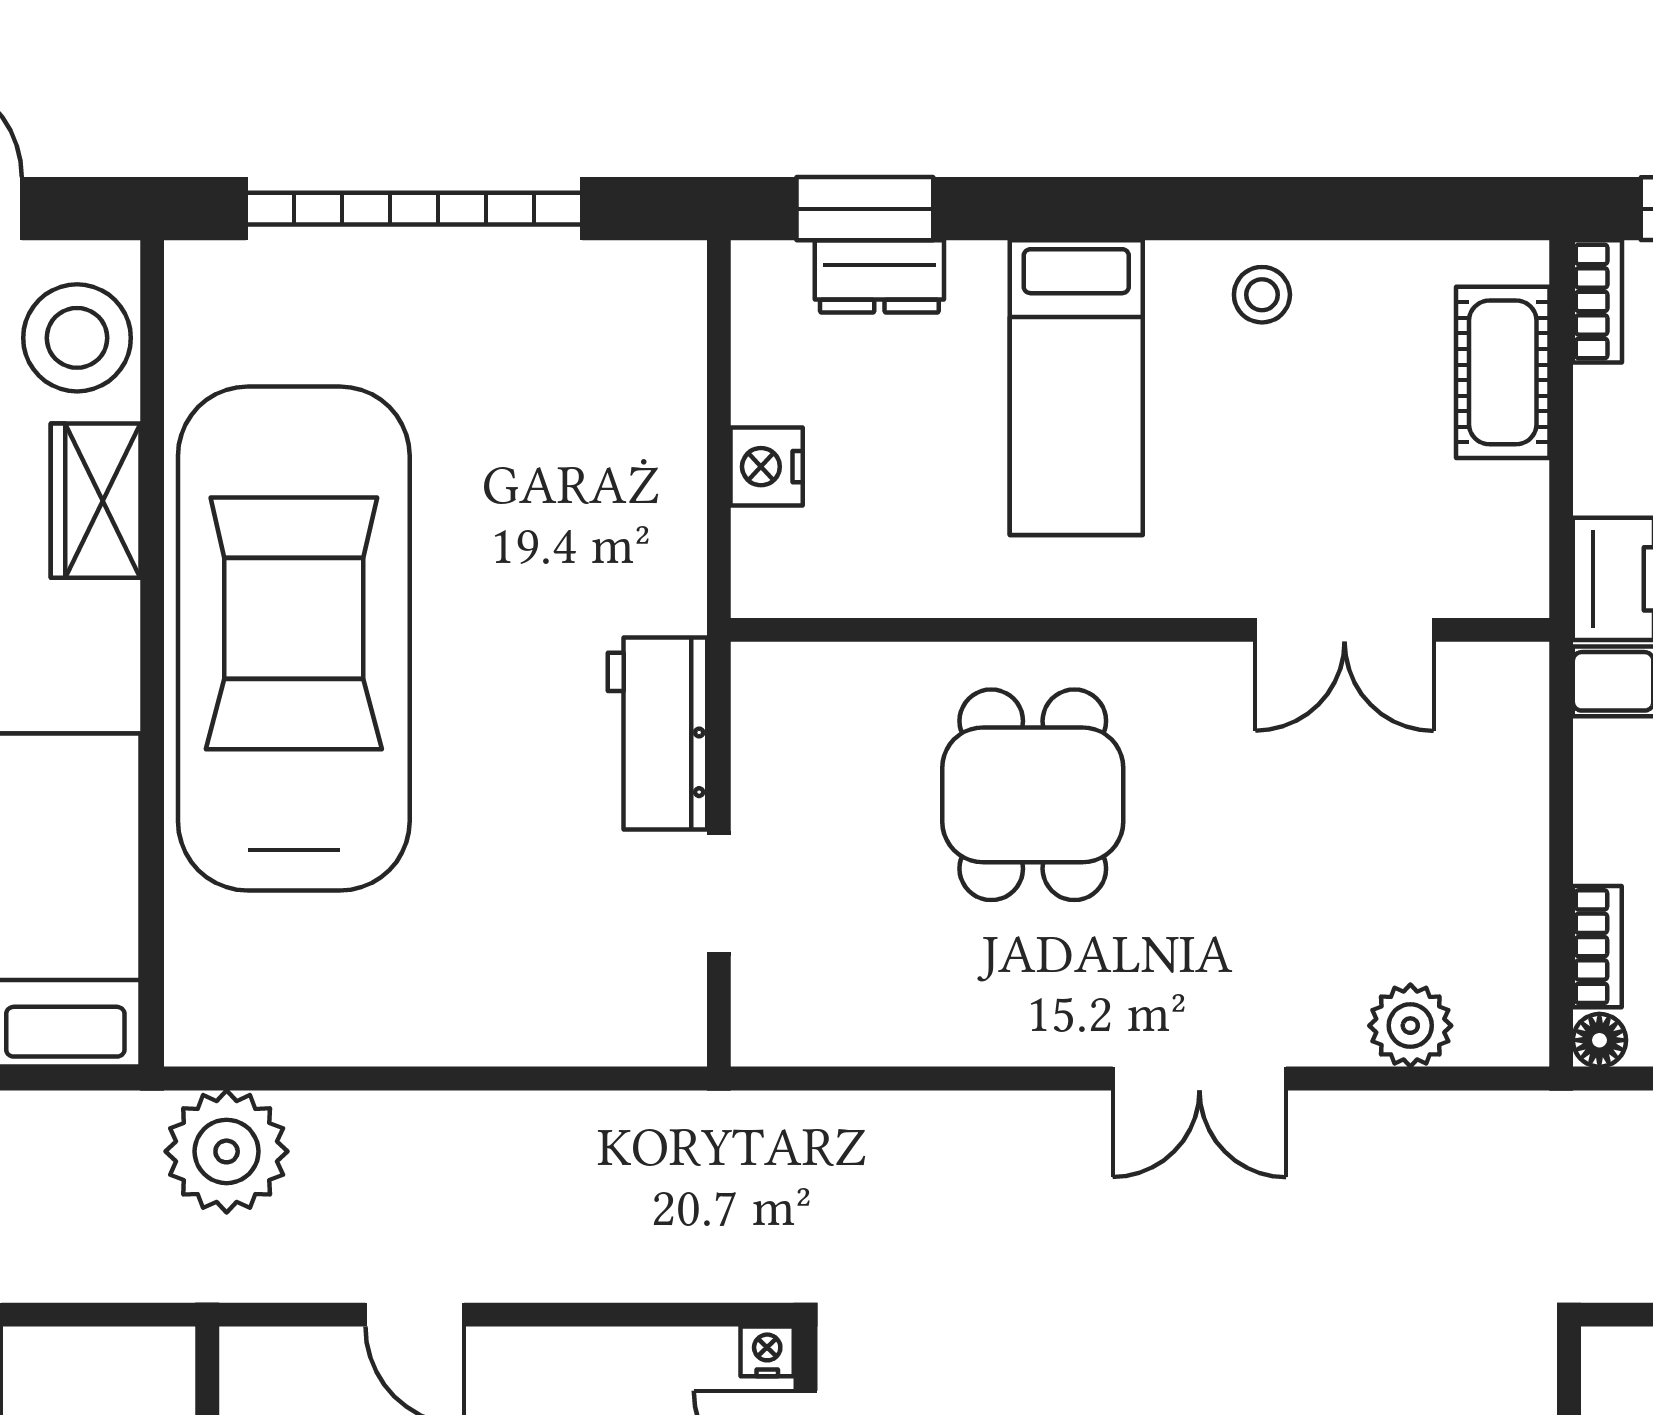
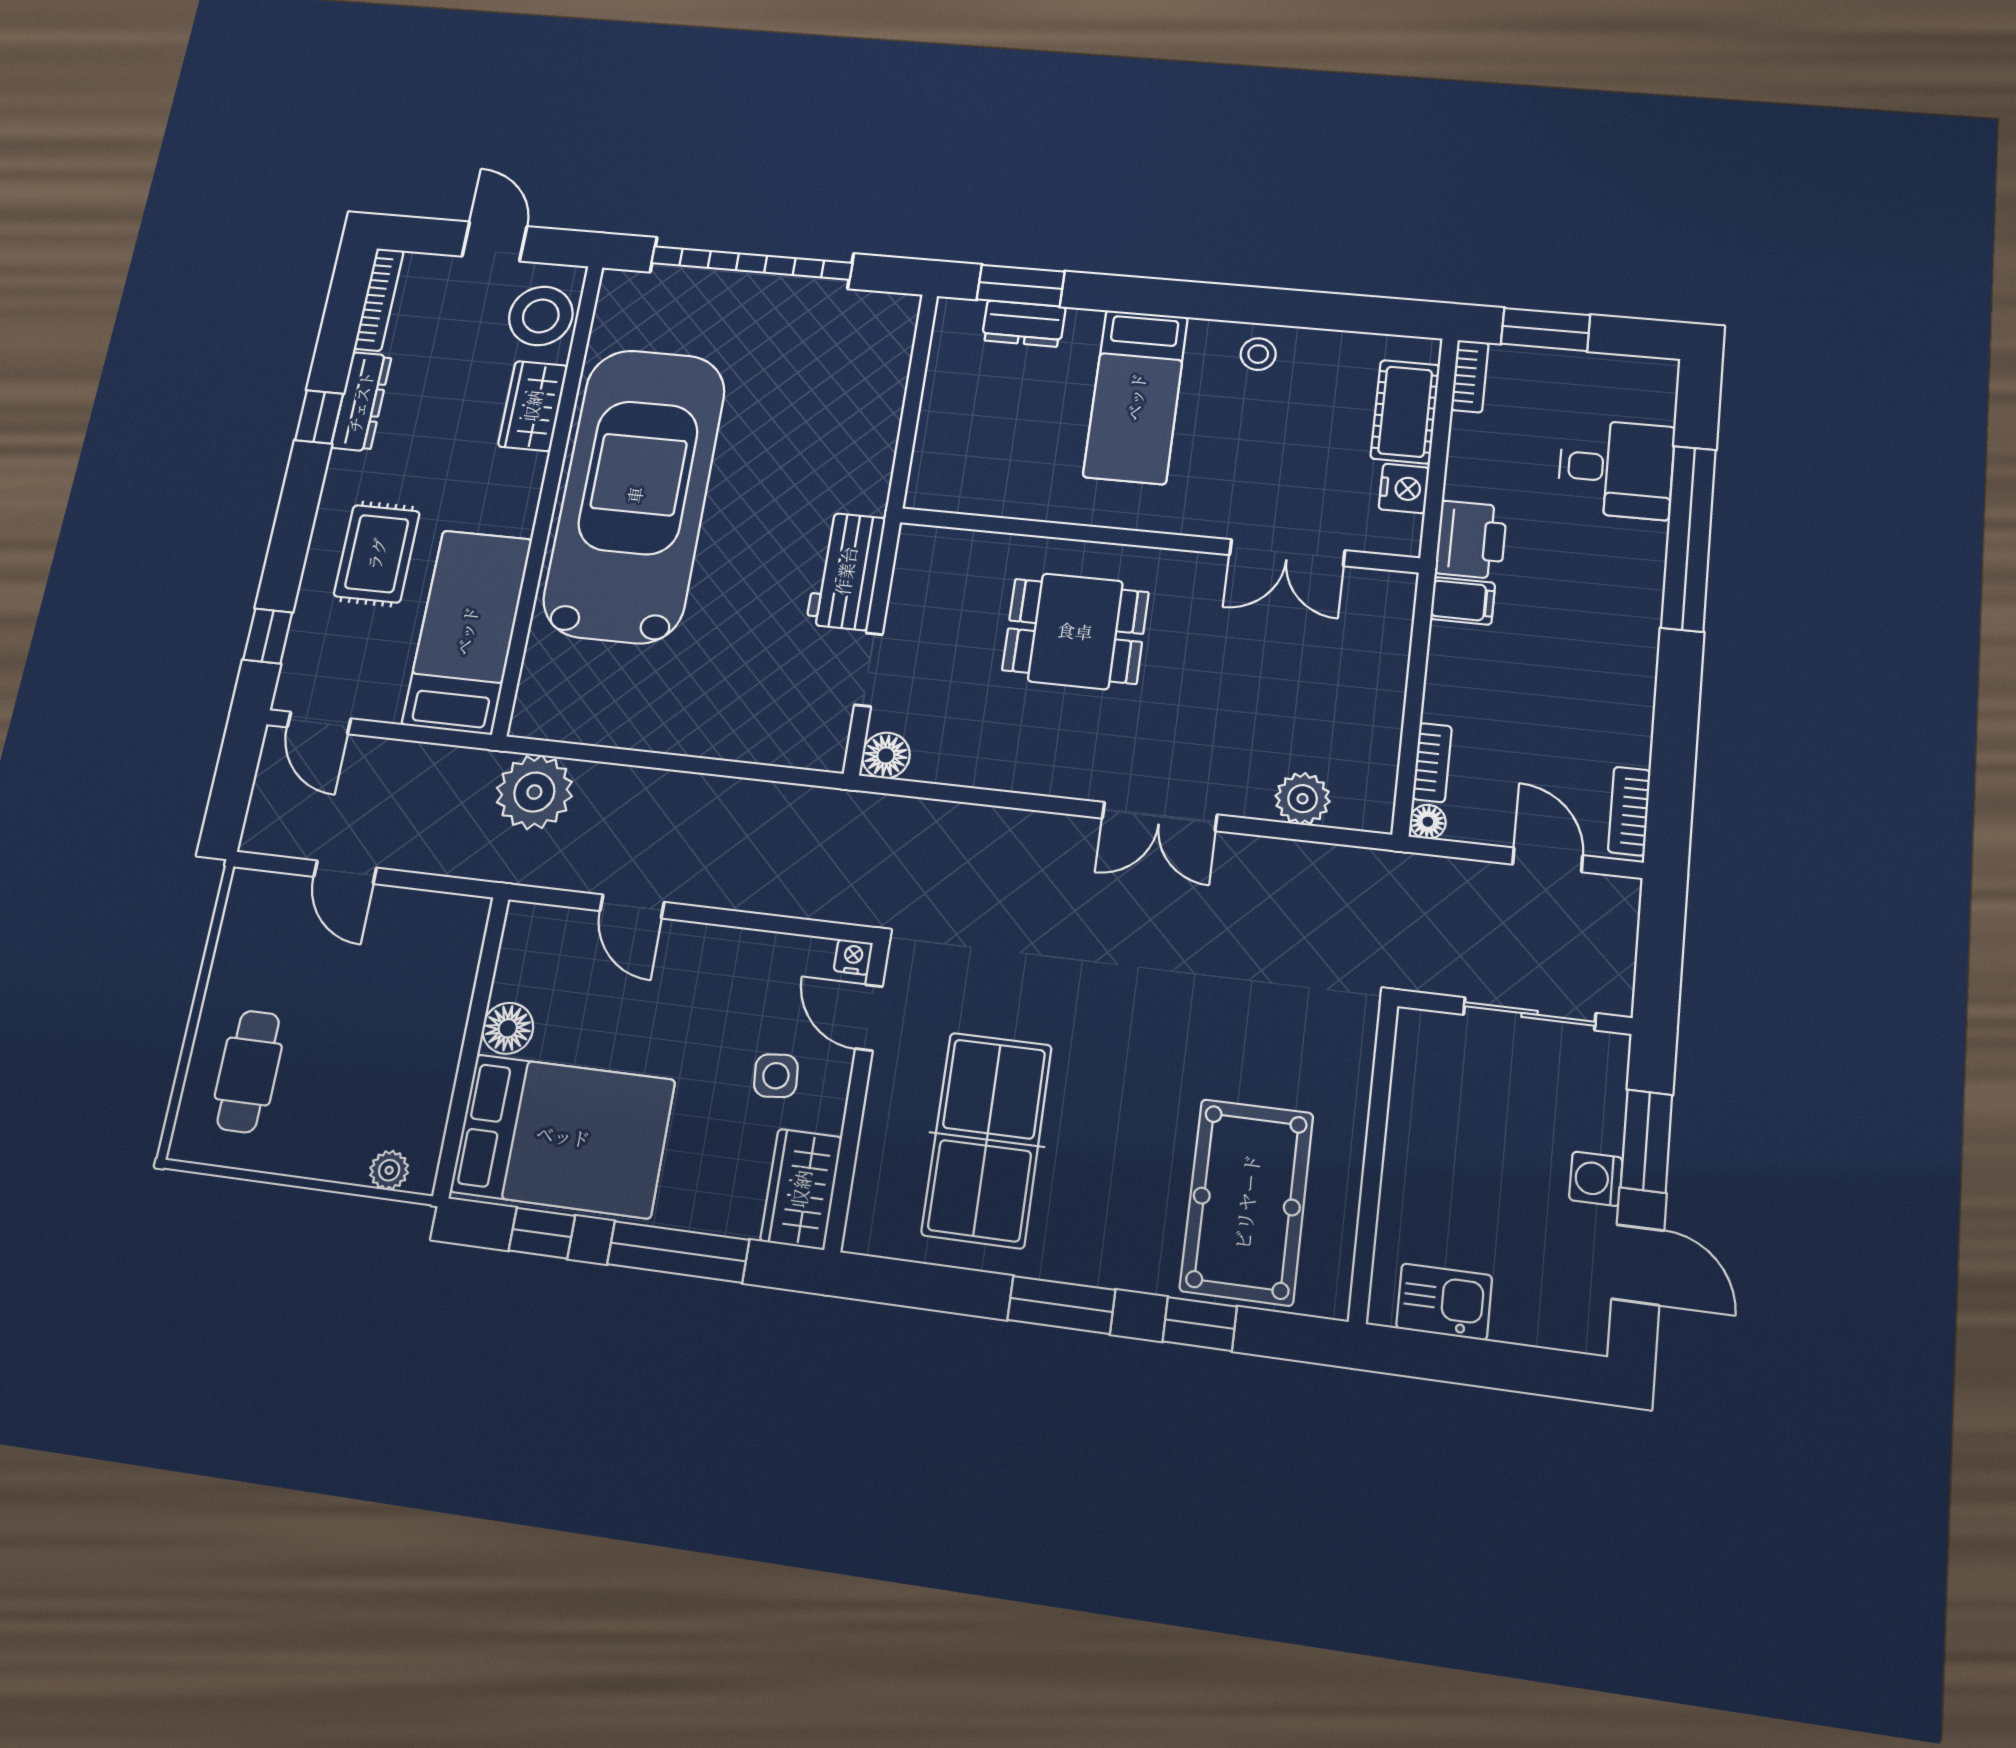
nightstand: (767, 467) -> (1404, 488), moved, turned 180
dining table: (1033, 795) -> (1075, 631), turned 90
floor lamp: (768, 1030) -> (886, 756), added

